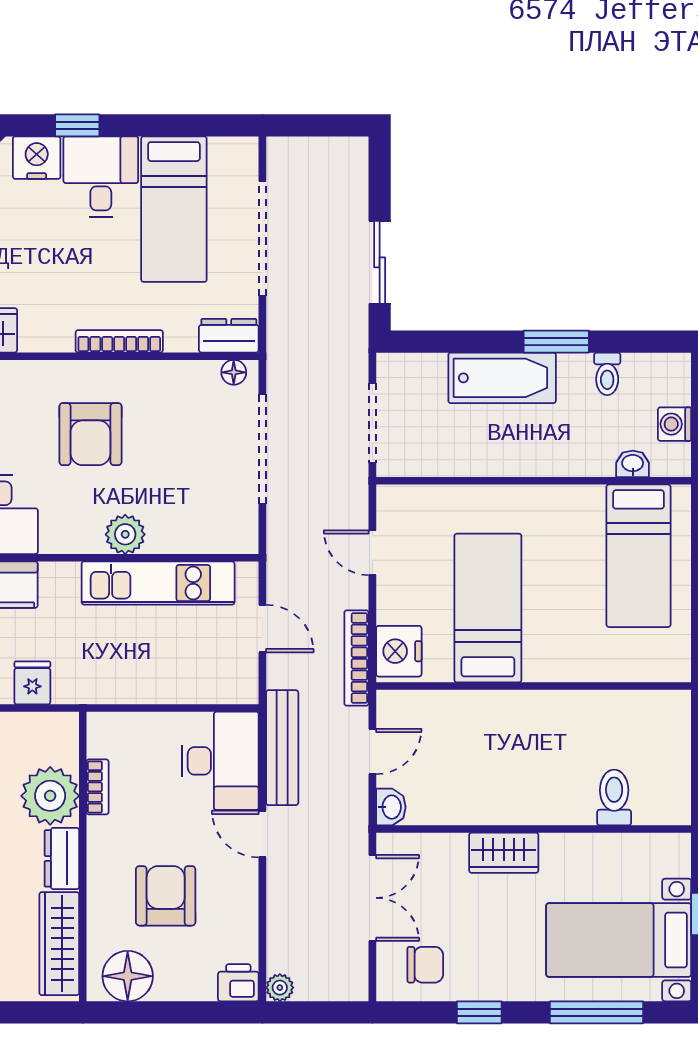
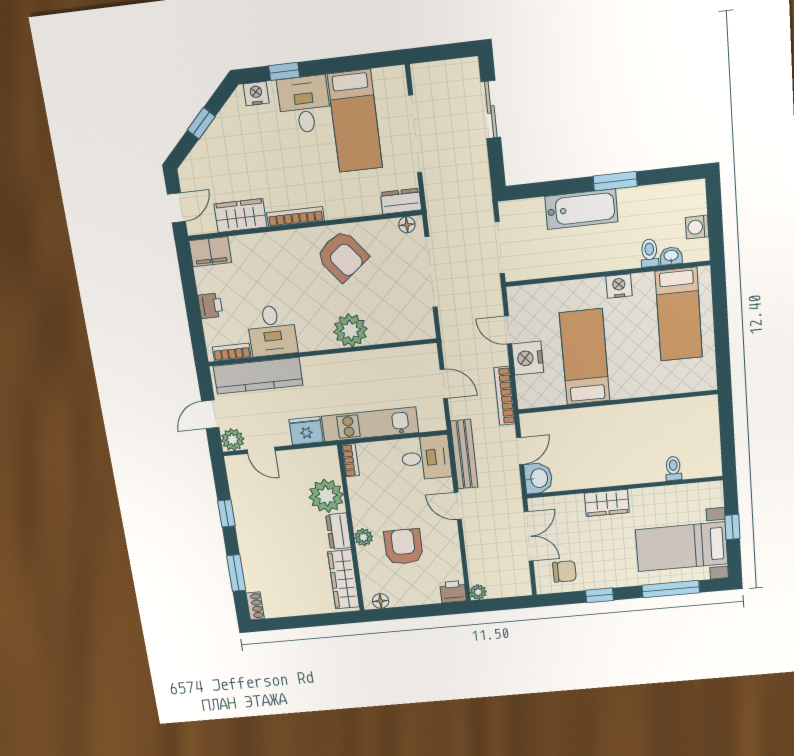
nightstand: (37, 158) -> (256, 94), width x0.74, depth x0.75
sliding door: (380, 262) -> (491, 110), moved
bookcase: (119, 341) -> (295, 217), moved
toilet: (607, 374) -> (649, 253), moved, turned 180
armchair: (90, 434) -> (342, 256), moved, turned -38
nightstand: (550, 502) -> (619, 286), added
plant: (125, 534) -> (350, 330), width x1.36, depth x1.36
kitchen unit: (158, 583) -> (370, 424), moved, turned 180
nightstand: (399, 651) -> (528, 358), moved
fridge: (32, 683) -> (306, 431), width x1.38
desk: (220, 761) -> (426, 458), width x0.73
bookcase: (97, 787) -> (350, 460), moved
toilet: (614, 797) -> (673, 468), width x0.73, depth x0.72
washbasin: (391, 807) -> (538, 478), width x1.38, depth x1.45
plant: (102, 873) -> (364, 537), added
floor lamp: (128, 976) -> (381, 601), width x0.53, depth x0.53

